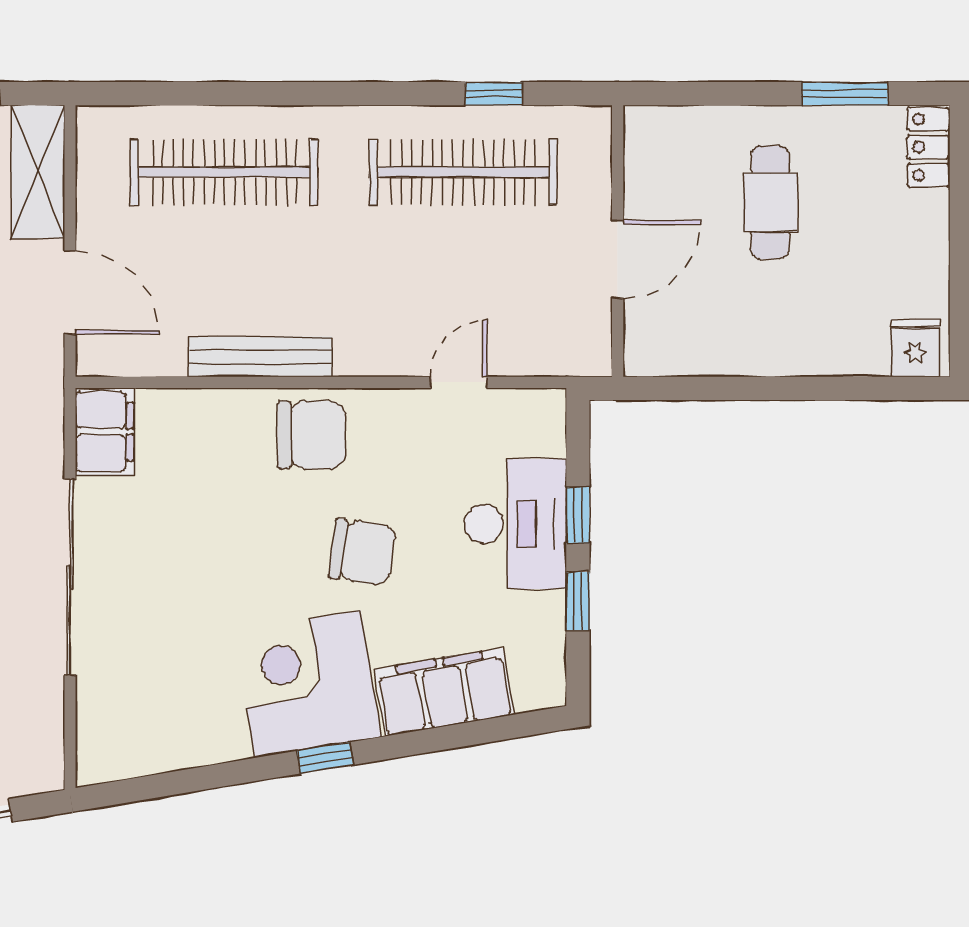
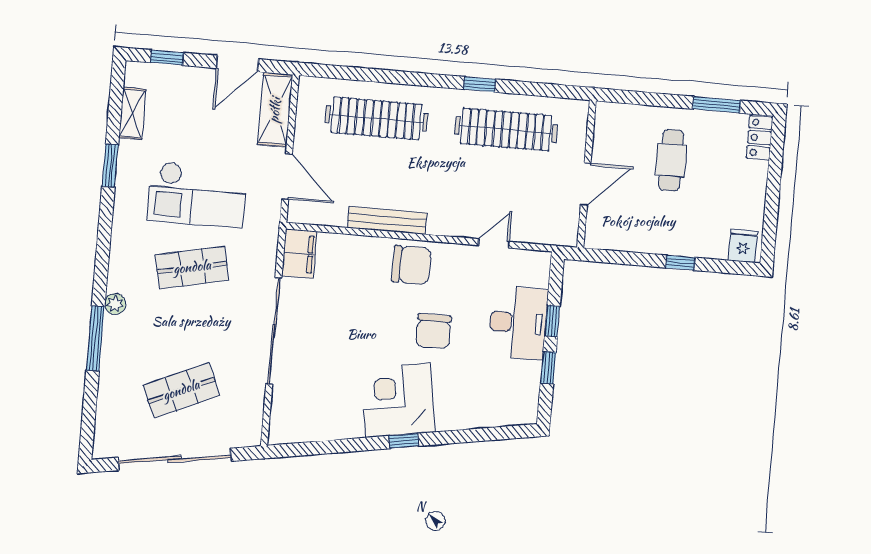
window: (494, 94) -> (479, 84), moved
window: (803, 388) -> (680, 263), added
chair: (362, 552) -> (434, 331), turned 82
filing cabinet: (444, 692) -> (472, 411), removed

